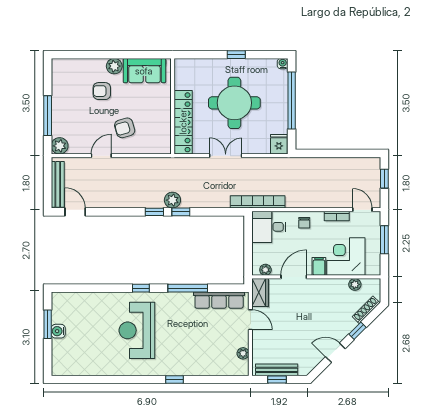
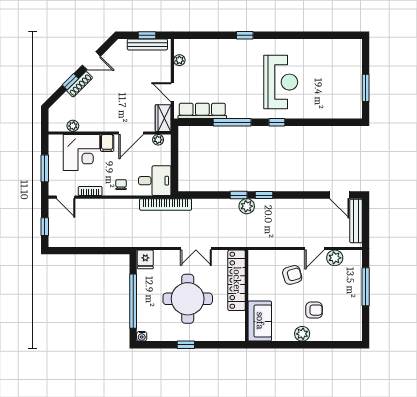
sofa: (144, 71) -> (260, 321), moved, turned 90
plant: (60, 146) -> (335, 258), moved
shoe rack: (366, 310) -> (80, 84), moved
water cooler: (58, 331) -> (356, 81), removed

